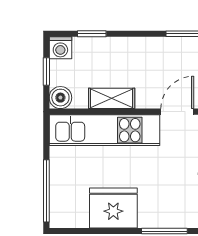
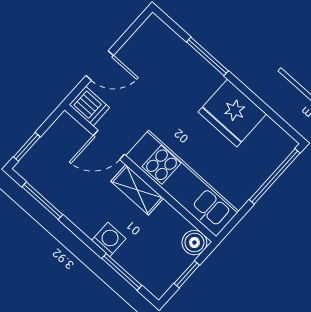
window: (92, 34) -> (122, 272), width x1.50
washing machine: (60, 48) -> (109, 239), moved
shelving: (112, 98) -> (137, 190), moved

